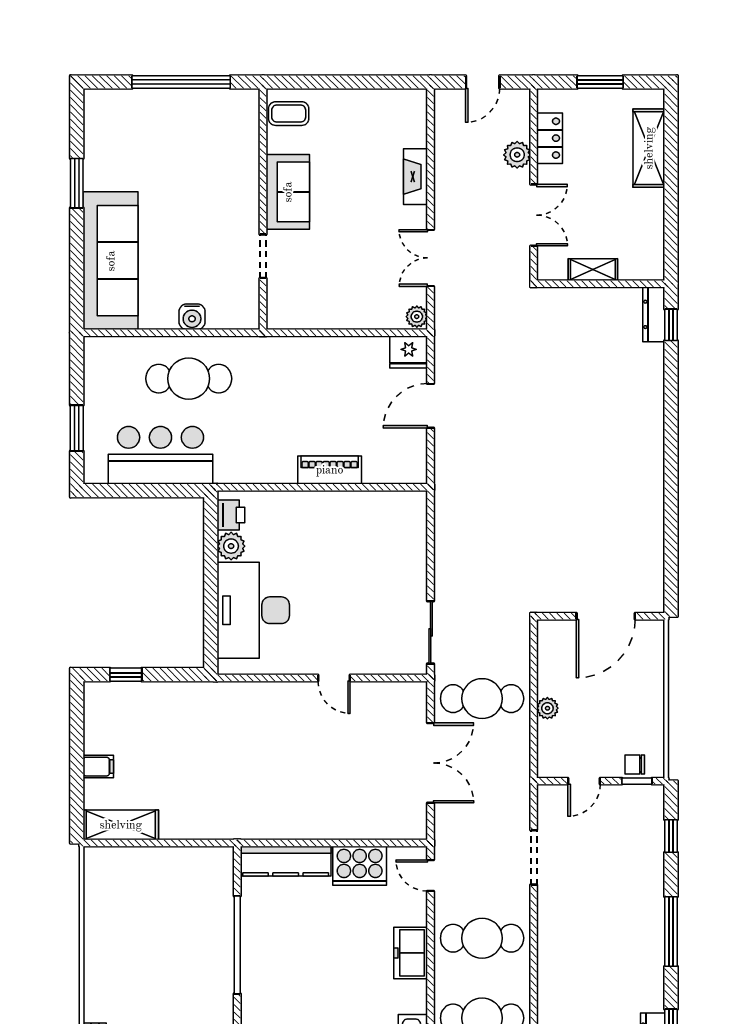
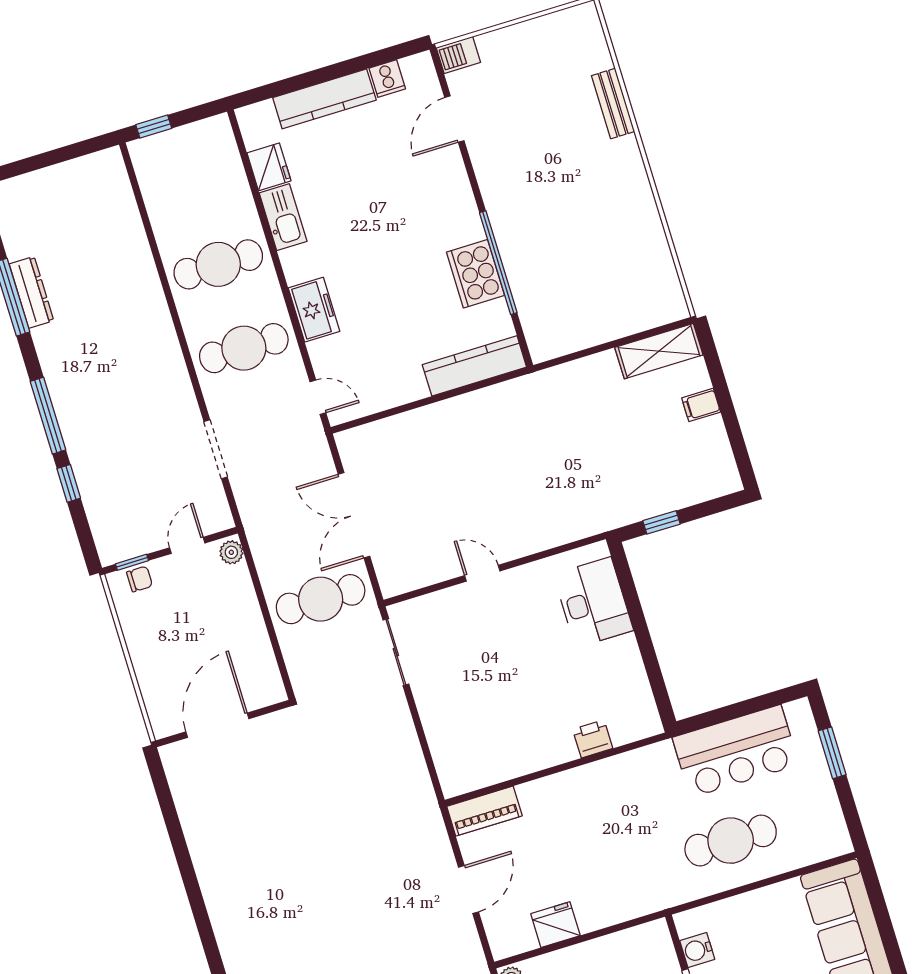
water cooler: (192, 317) -> (697, 950), moved, turned -90
fridge: (409, 352) -> (555, 925), moved
piano: (330, 470) -> (484, 811), moved
printer: (231, 515) -> (593, 739), moved, turned 90
plant: (231, 546) -> (633, 679), removed
desk: (253, 610) -> (593, 602), width x0.73, depth x0.77
window: (126, 675) -> (662, 522), moved
plant: (547, 708) -> (231, 552), moved
window: (671, 836) -> (69, 483), moved
cooker: (360, 866) -> (476, 274), moved, turned -90

